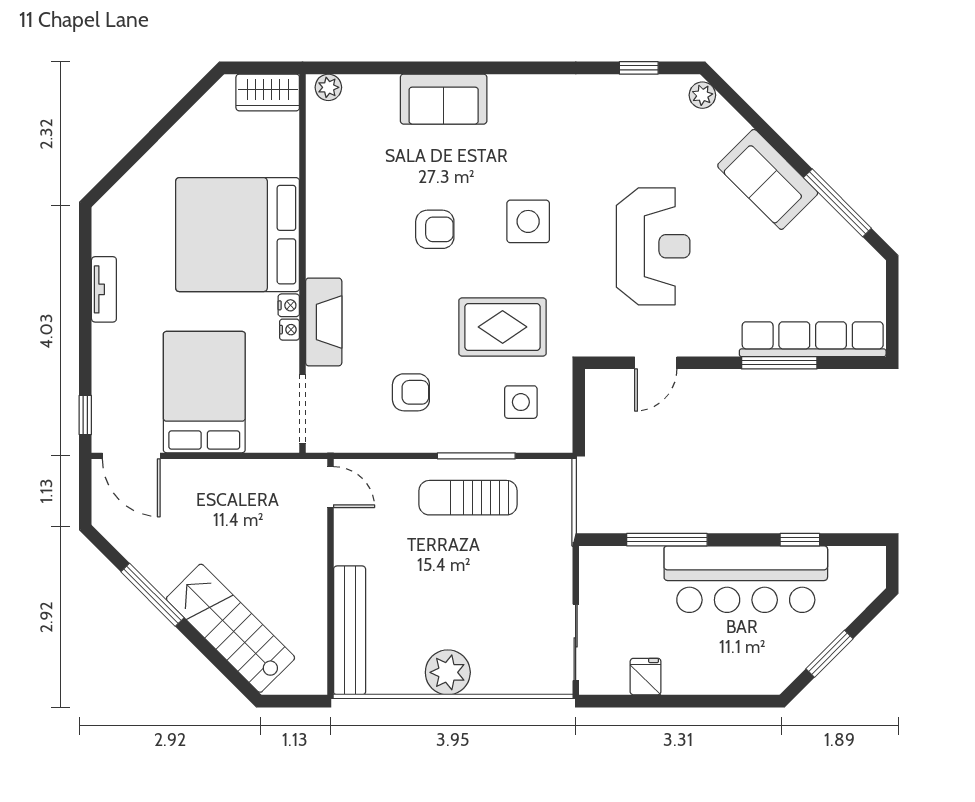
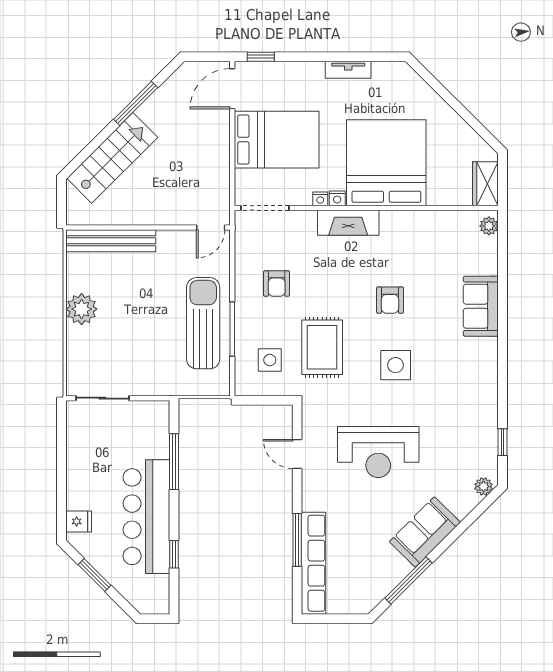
fireplace: (324, 322) -> (348, 223), moved
sun lounger: (468, 498) -> (203, 323), width x1.36, depth x1.34
fridge: (646, 677) -> (79, 521), moved

